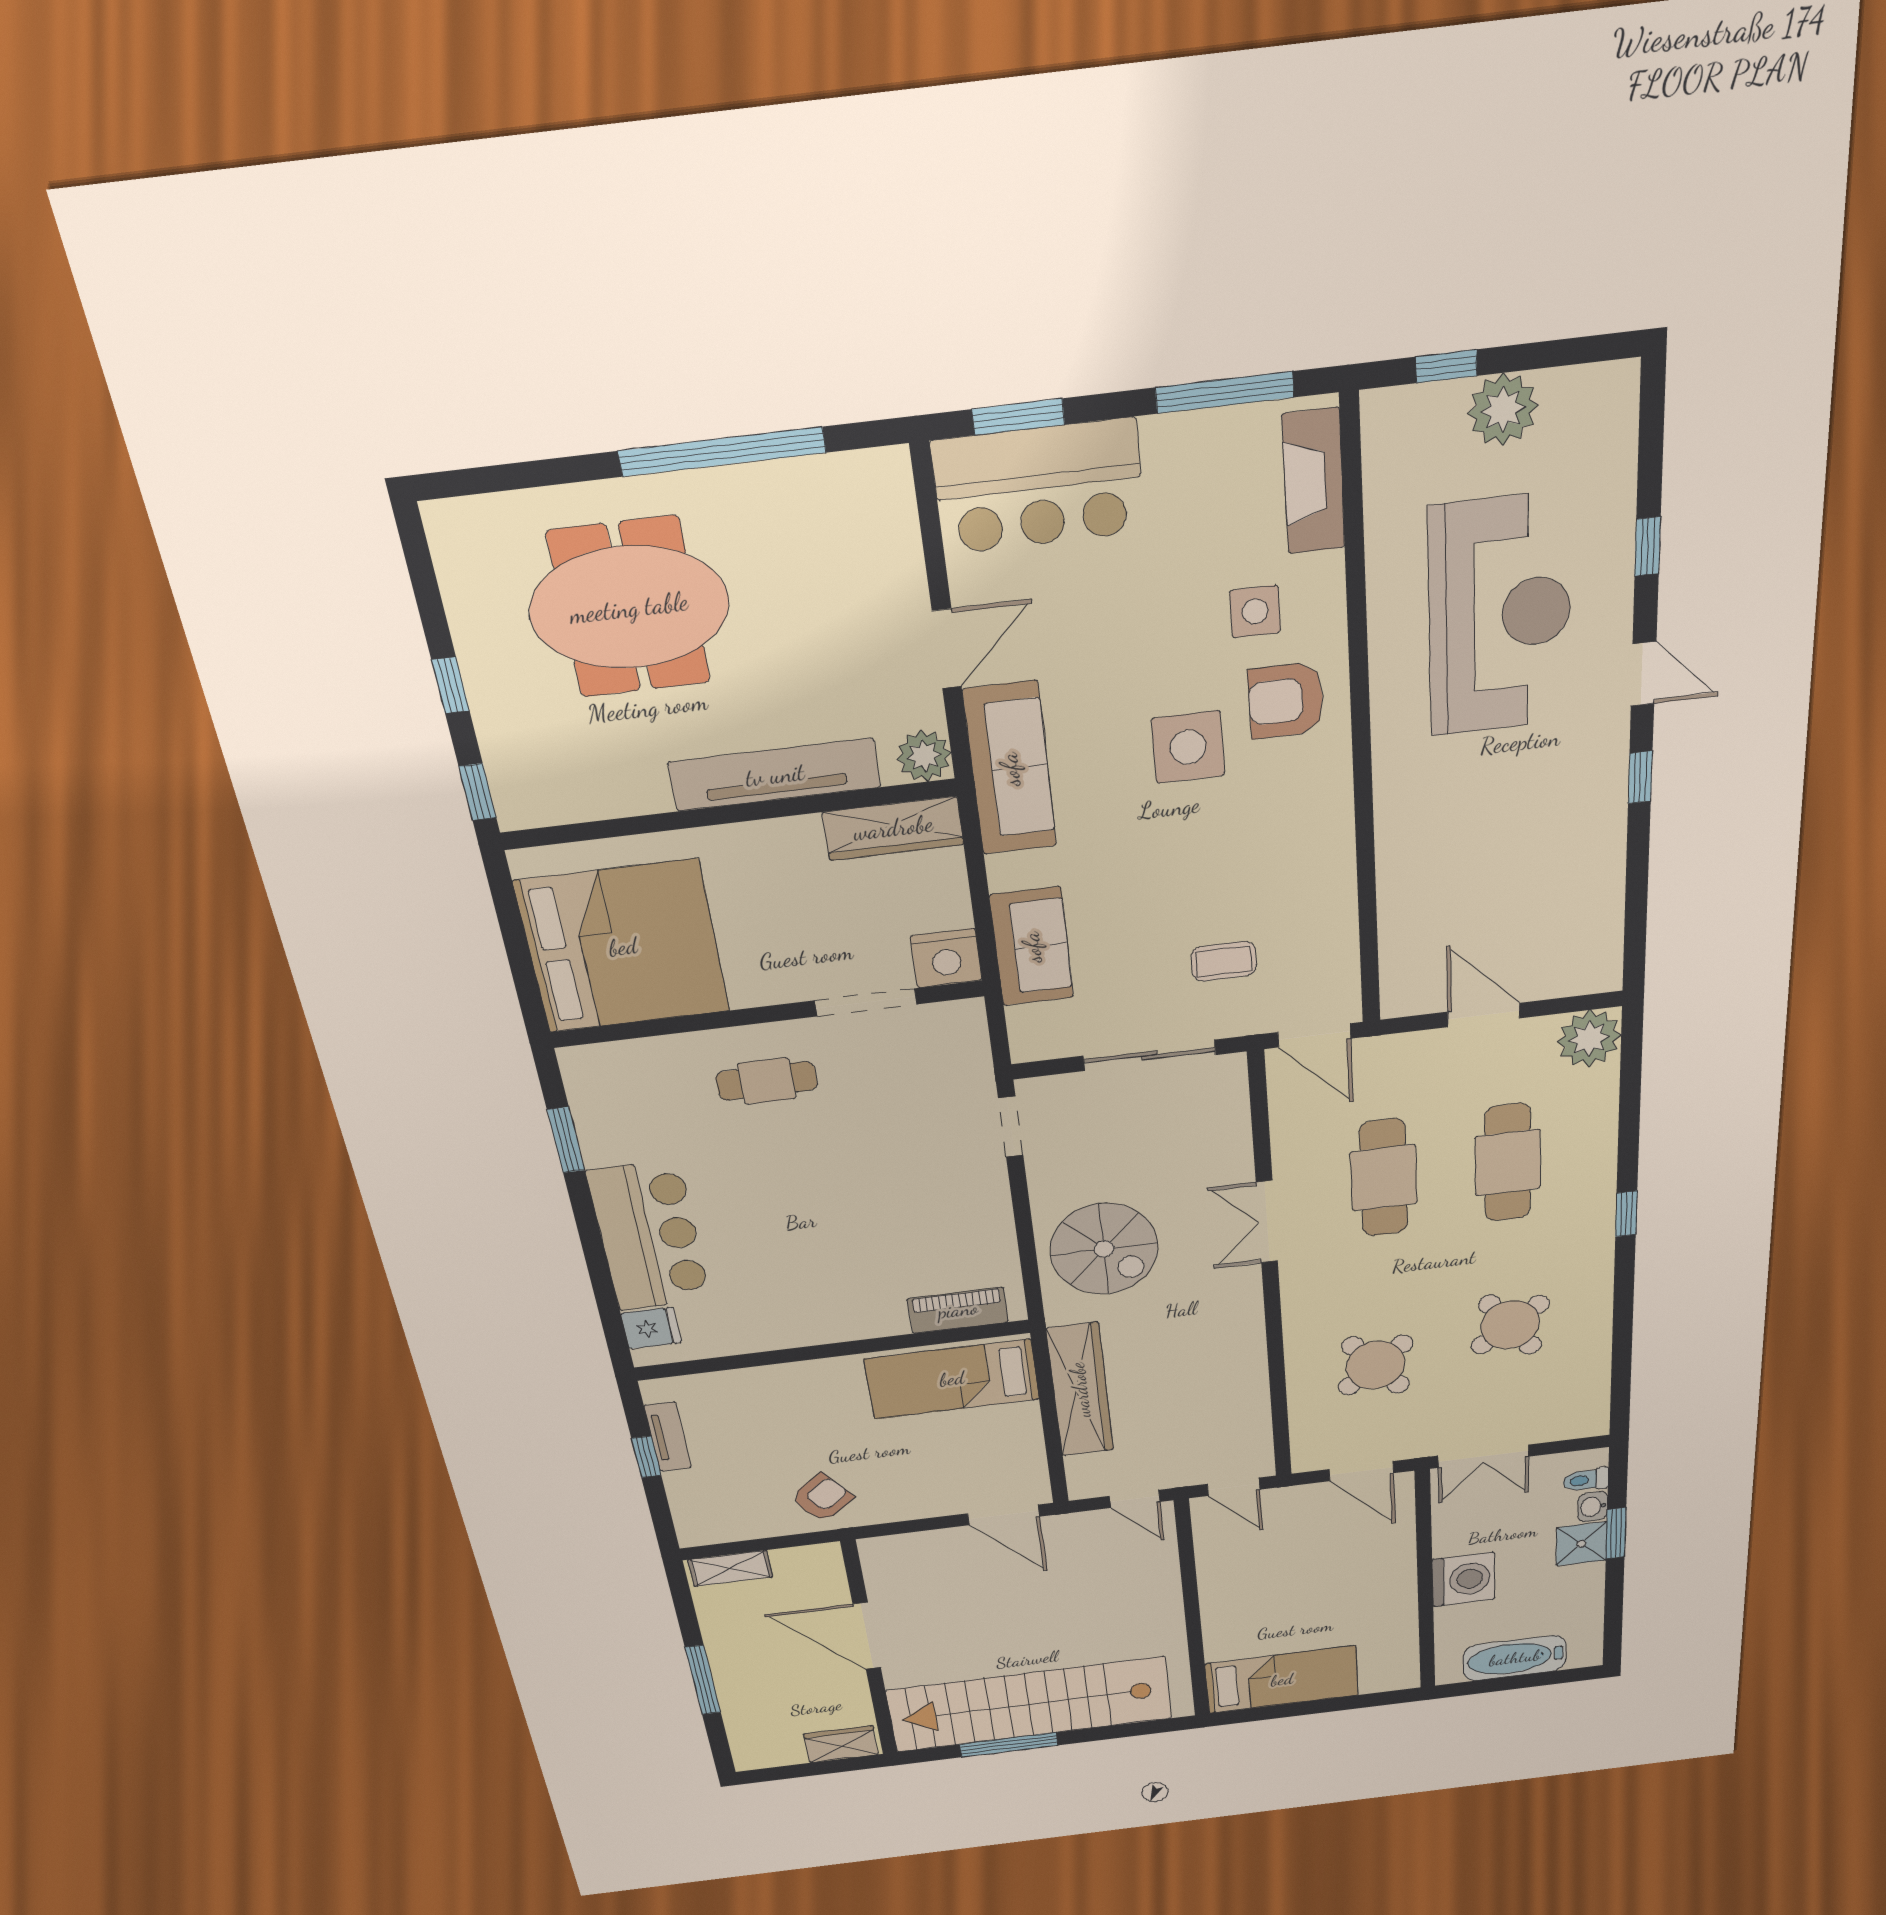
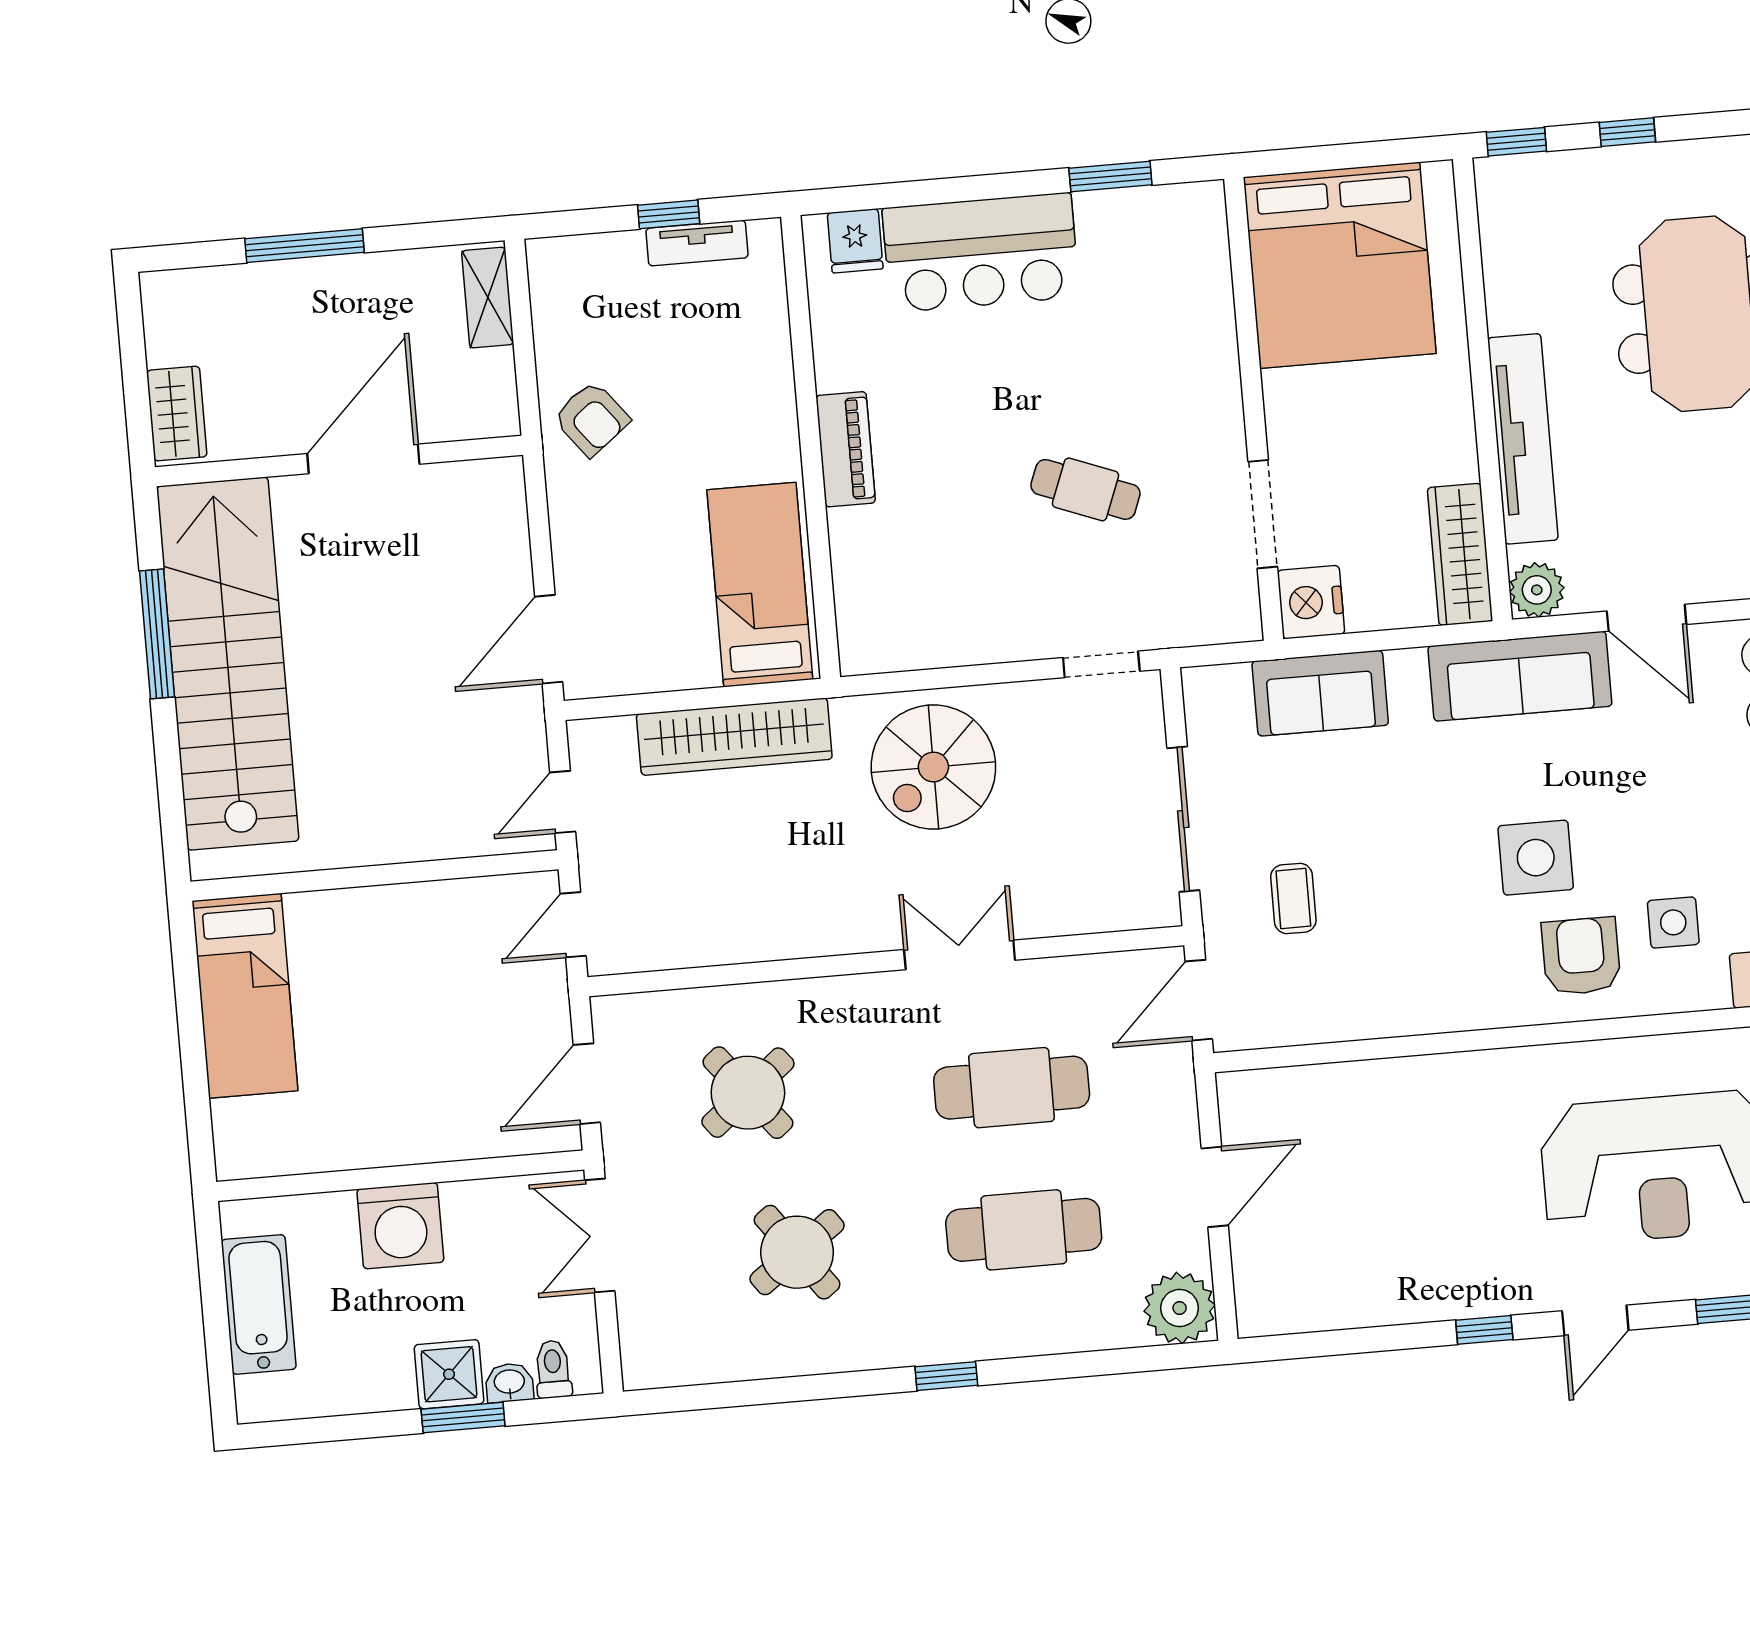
cafe table: (767, 1081) -> (1085, 489), moved, turned -69
piano: (958, 1310) -> (846, 449), moved

